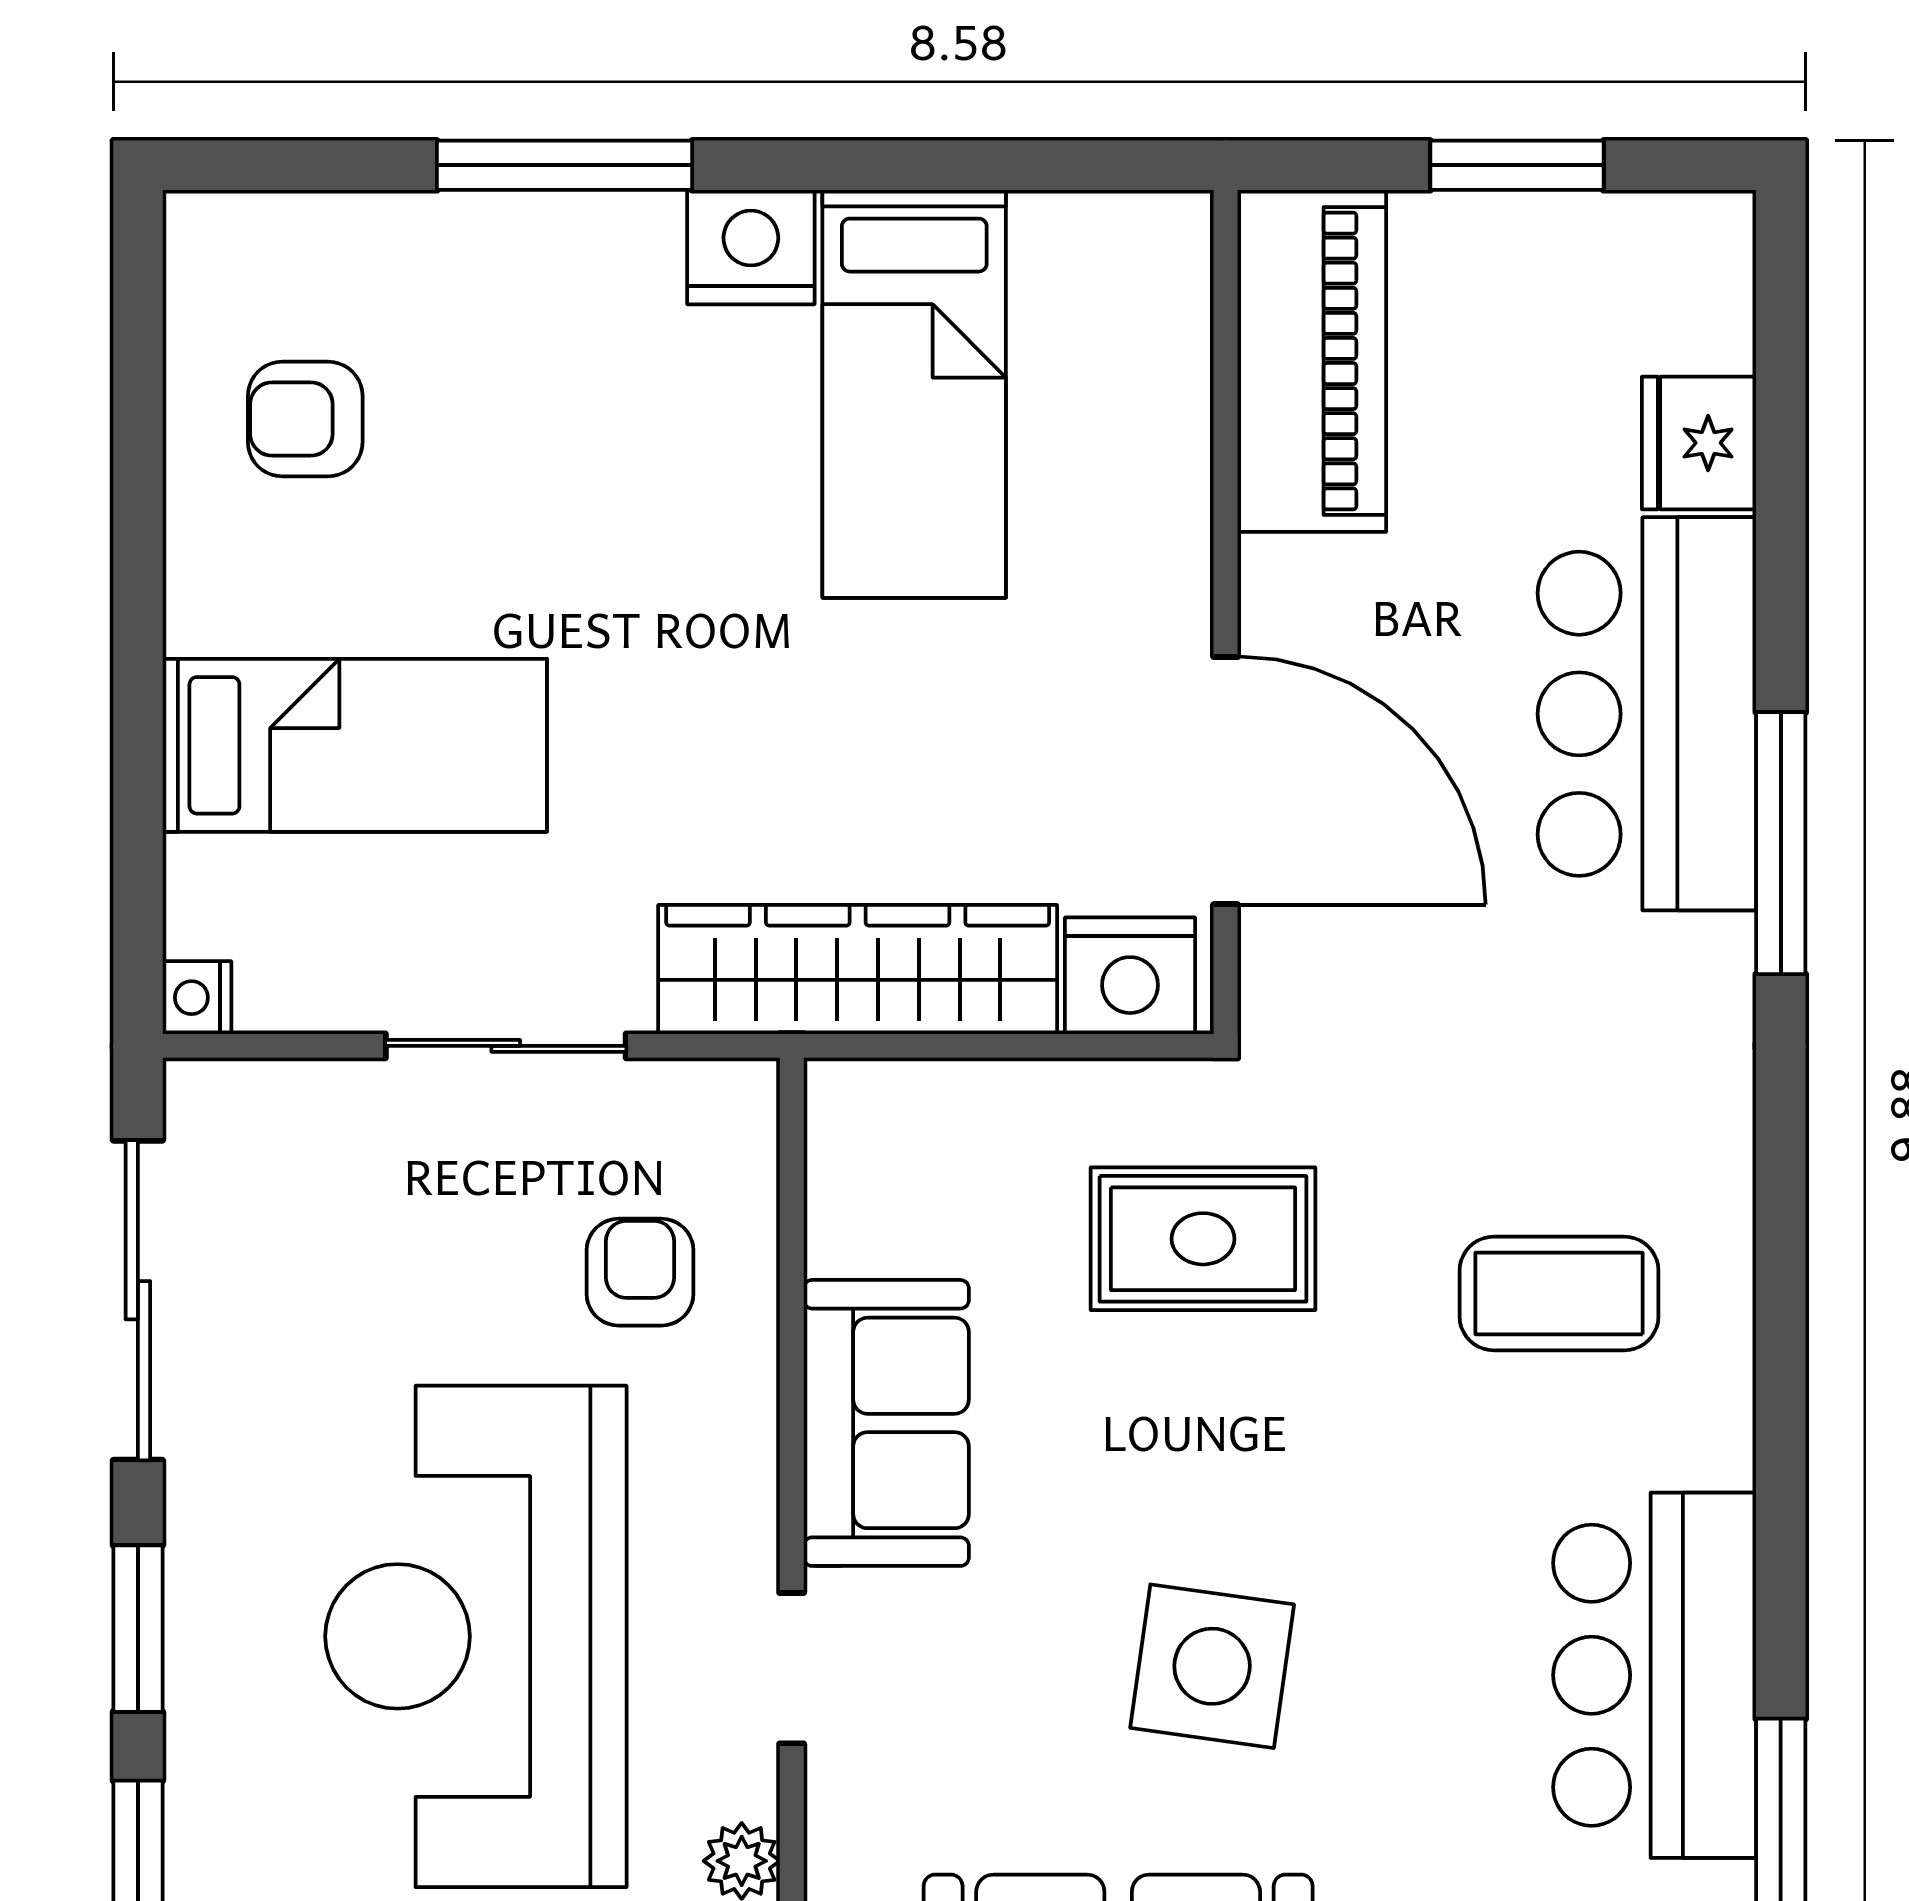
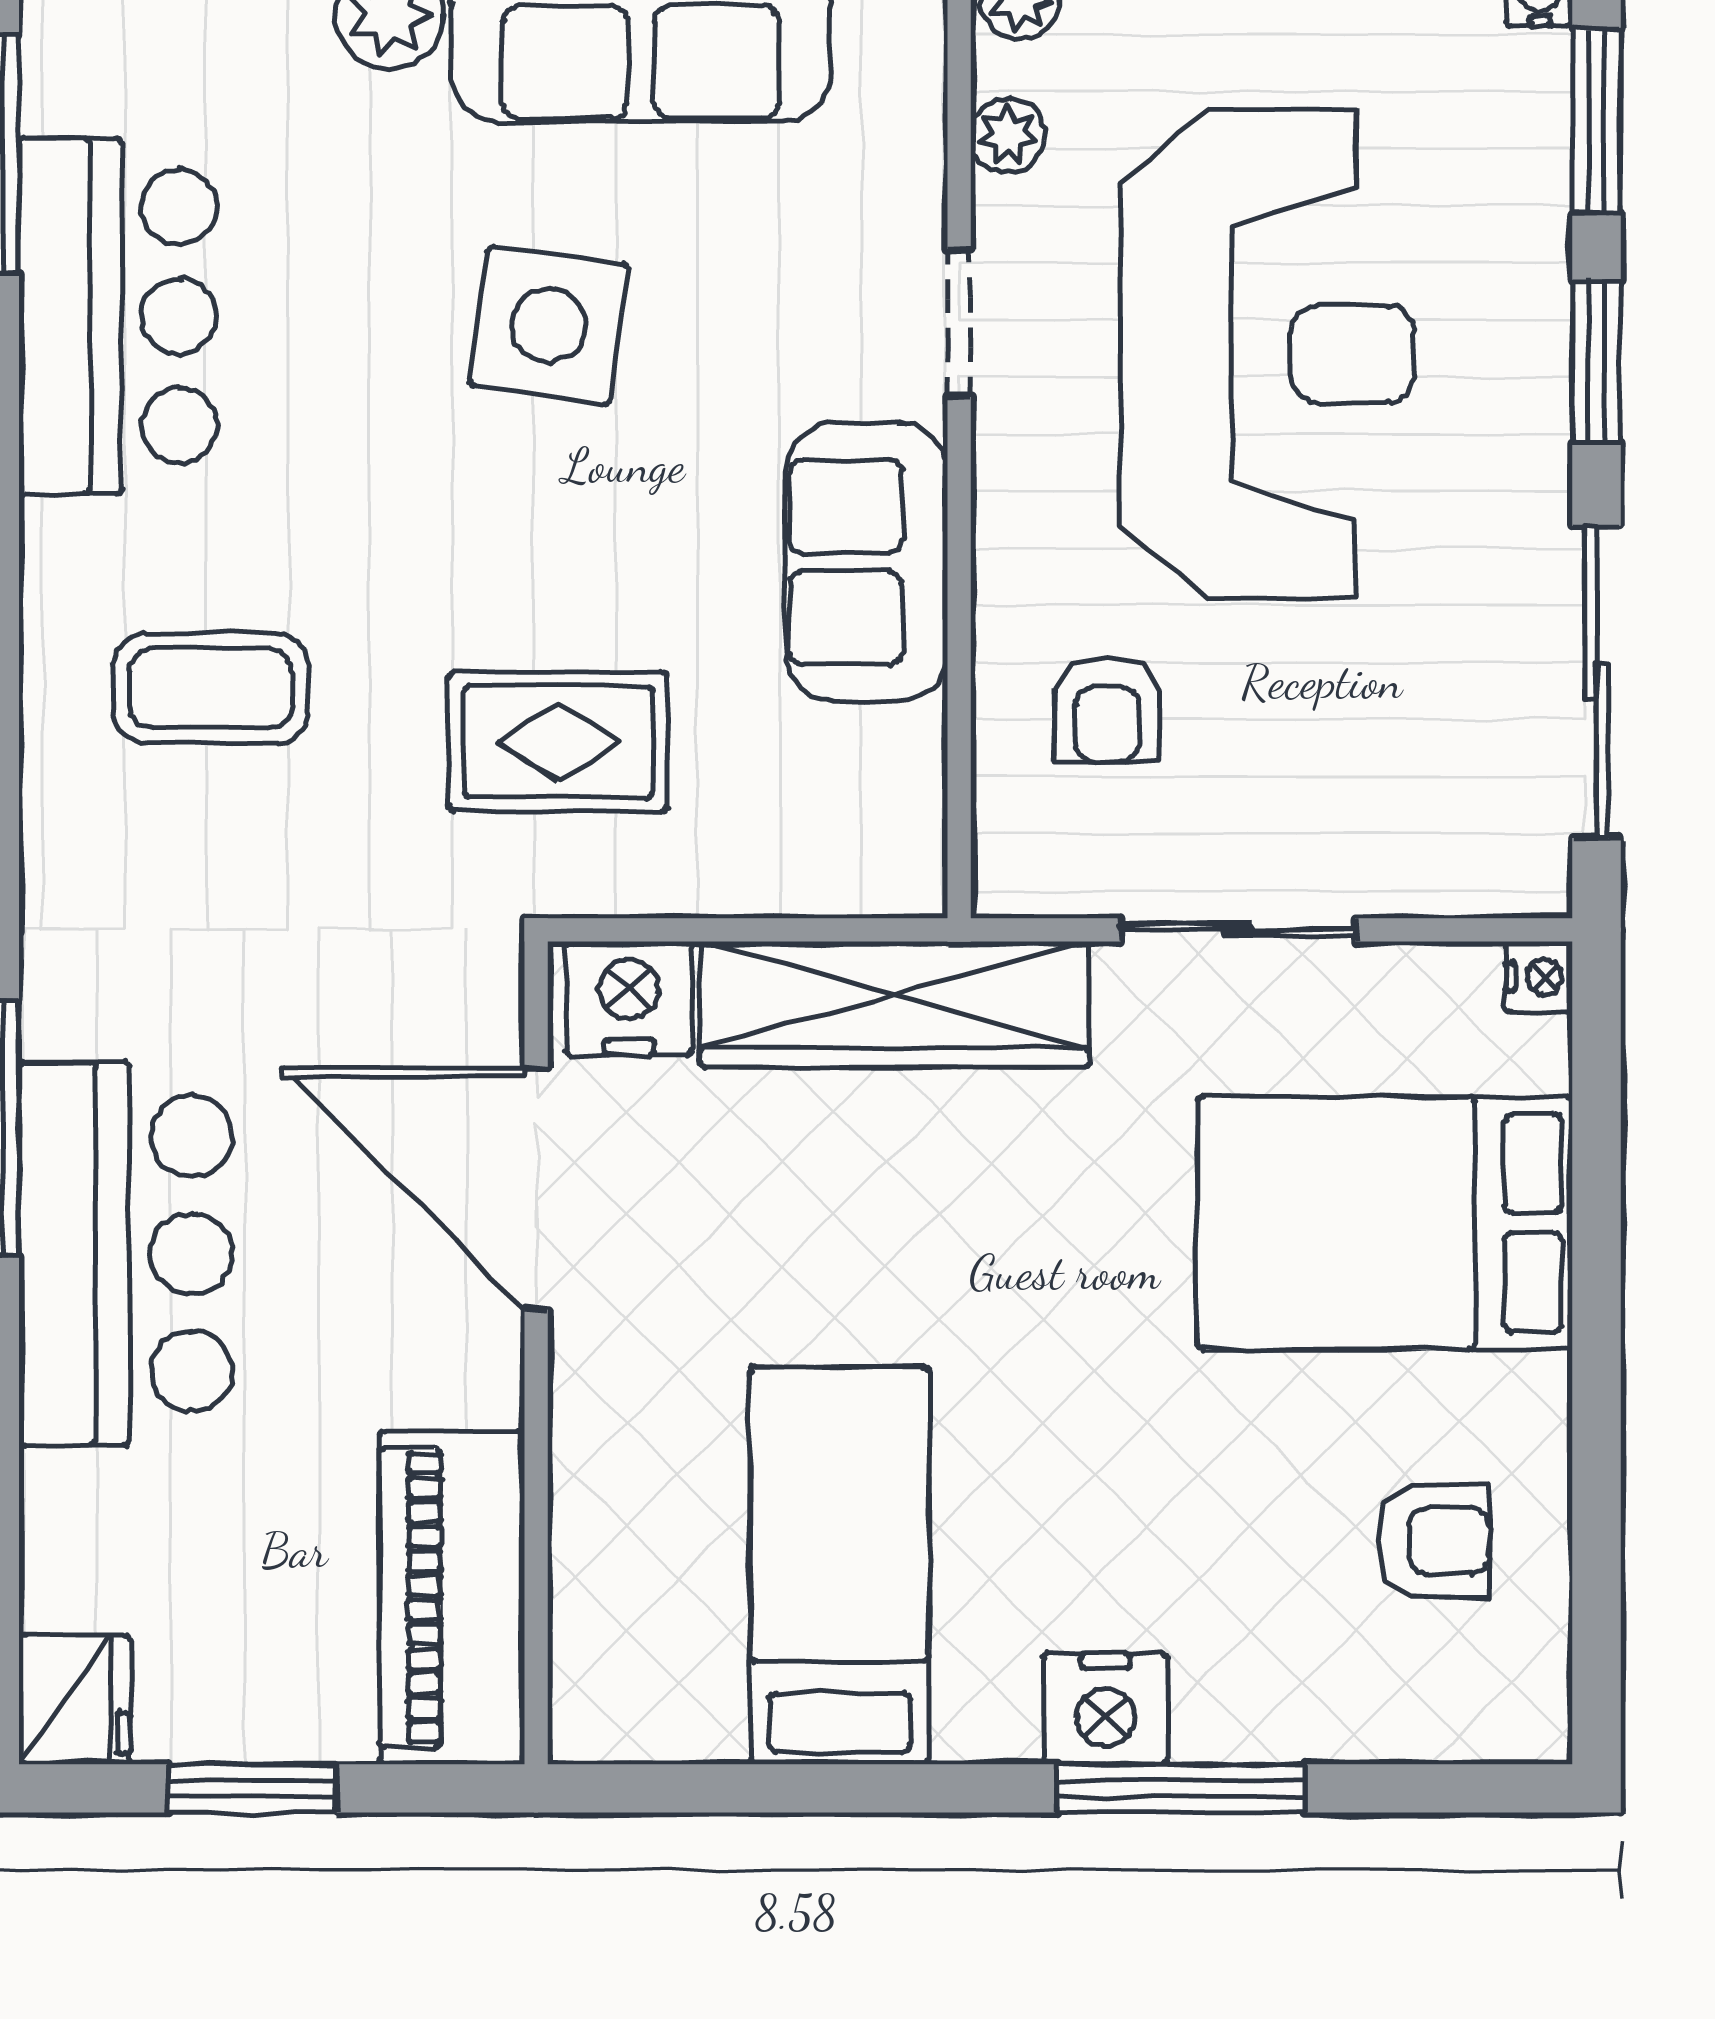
nightstand: (751, 247) -> (1105, 1709), moved
fridge: (1699, 443) -> (74, 1700), moved
bed: (355, 745) -> (1385, 1223), width x1.50

